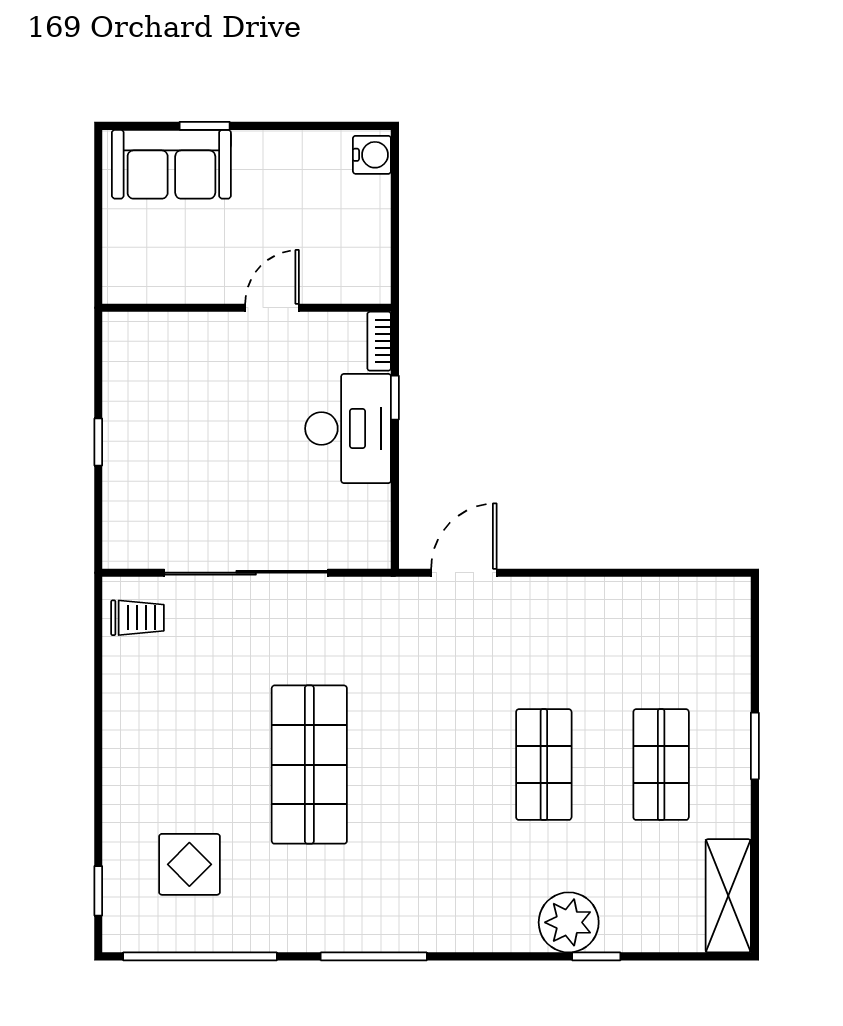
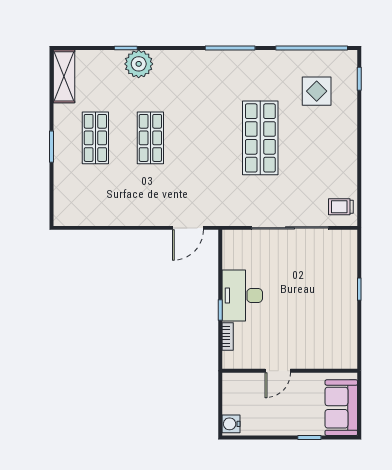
sofa: (171, 164) -> (341, 408), moved, turned -90
wall: (247, 308) -> (290, 371), moved
door: (272, 308) -> (278, 371), moved

